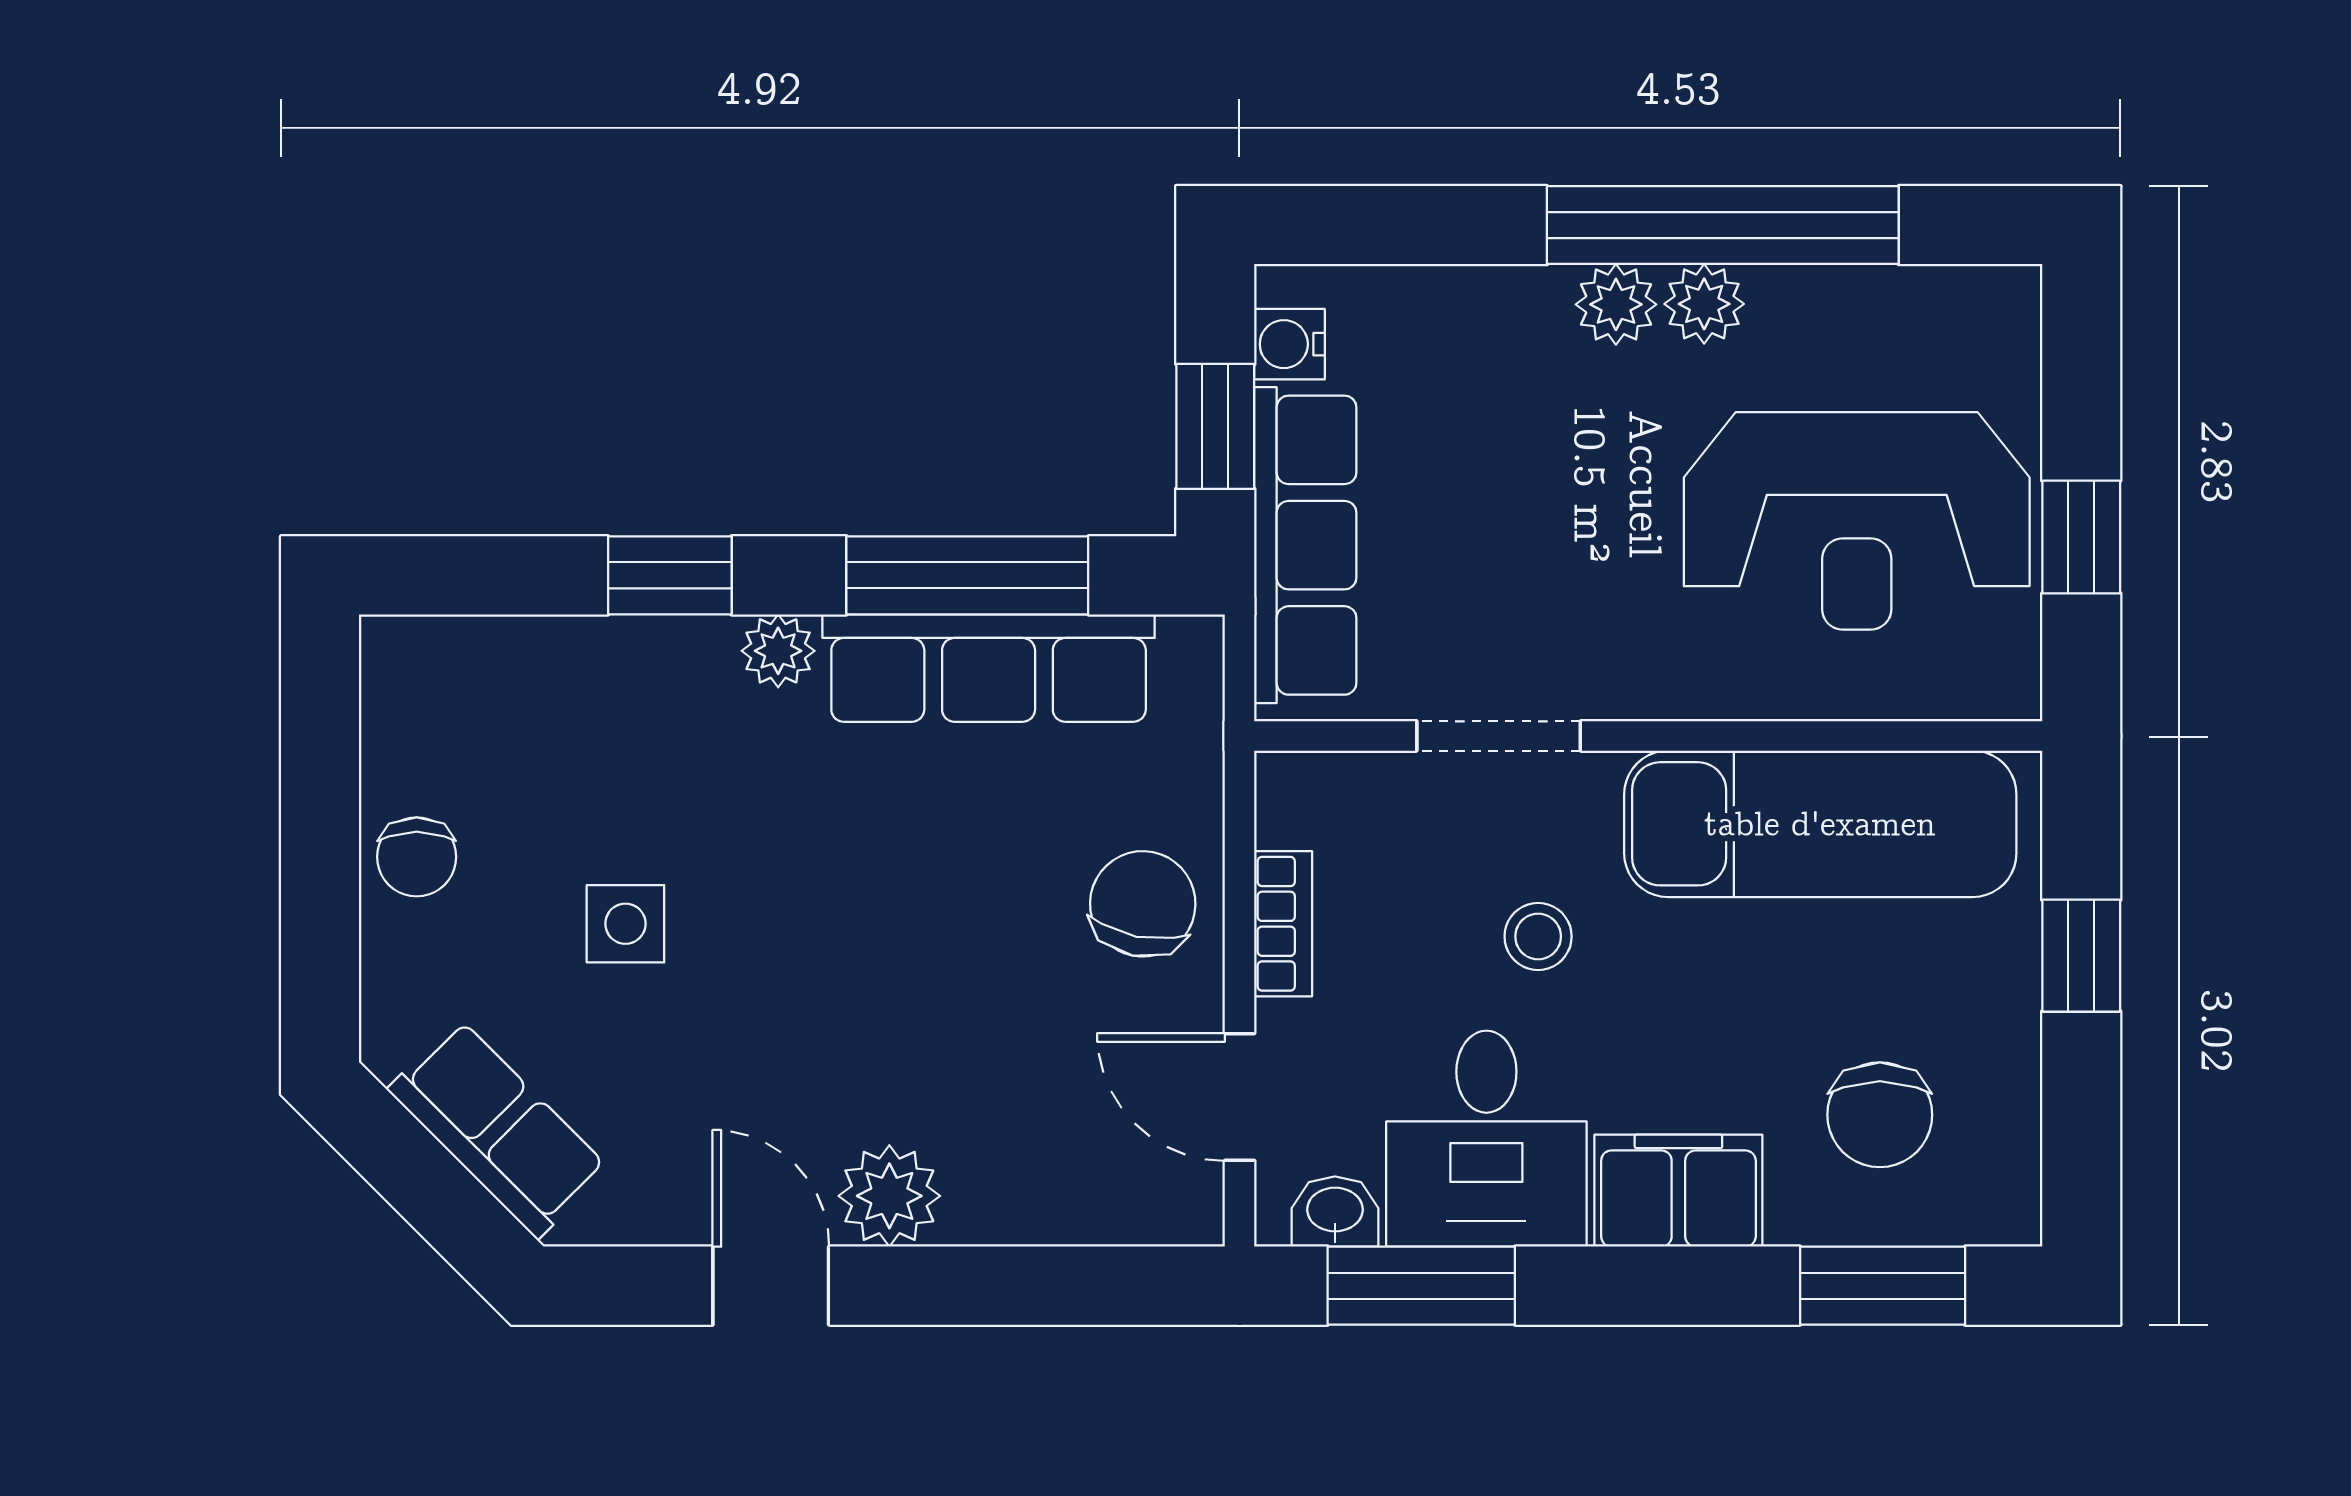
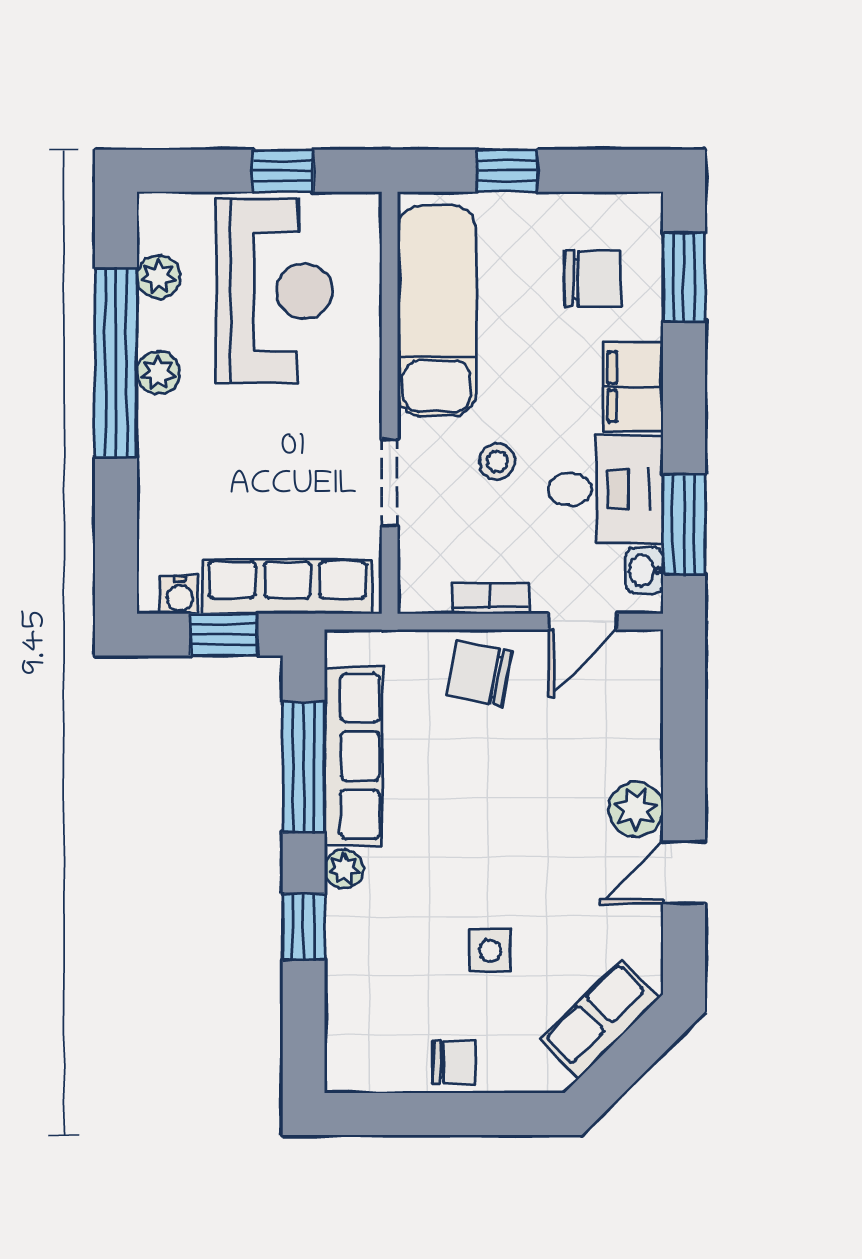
plant: (1616, 304) -> (158, 277), moved

